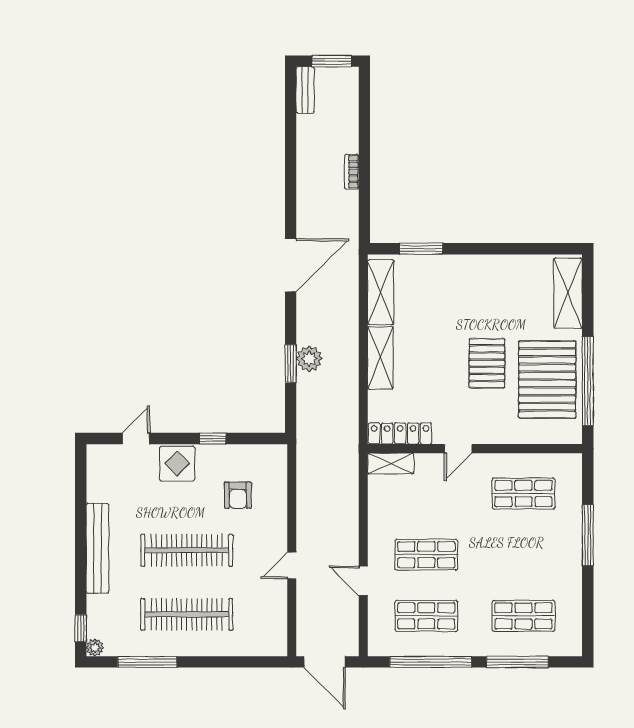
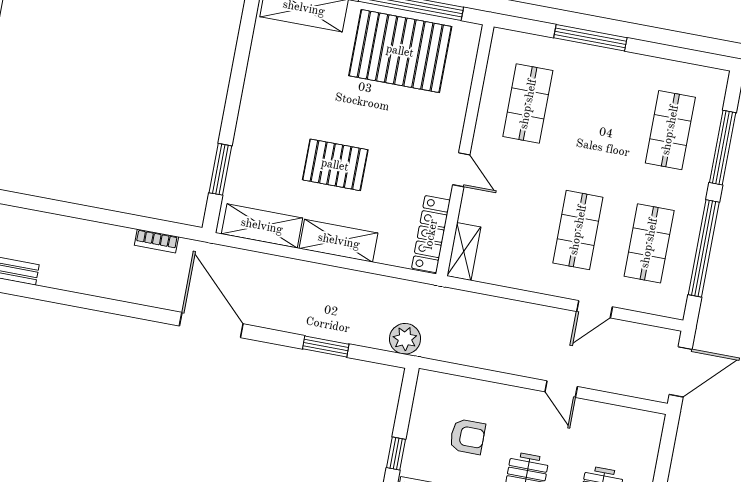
bookcase: (352, 172) -> (156, 241), moved
plant: (309, 359) -> (405, 339), moved
pallet: (487, 363) -> (335, 165), moved

